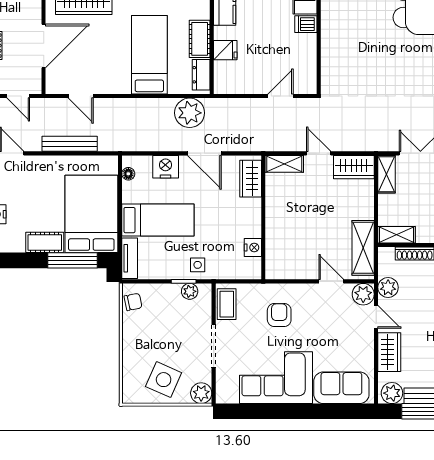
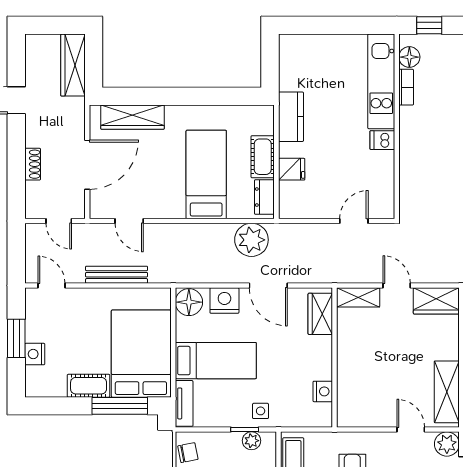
floor lamp: (128, 174) -> (189, 302), width x1.89, depth x1.89

